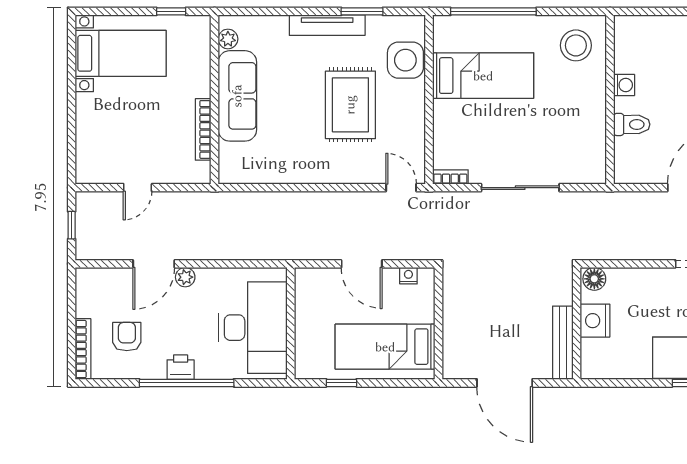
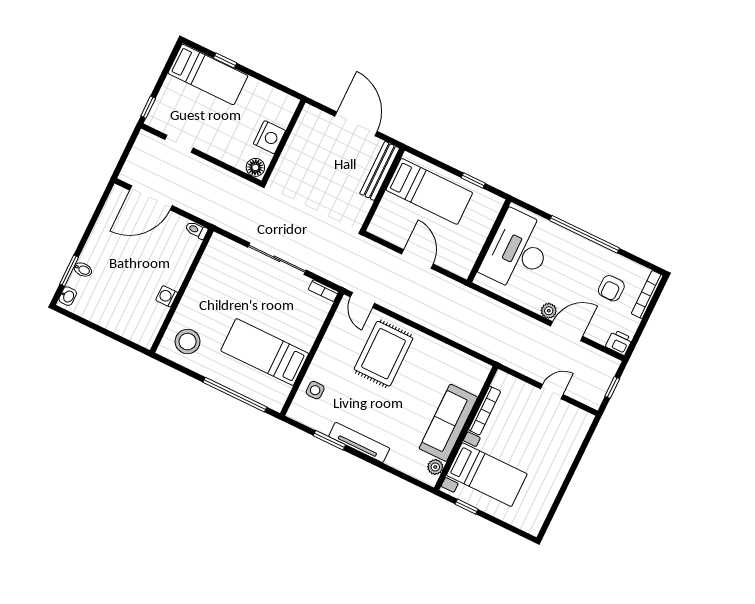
bed with nightstands: (121, 53) -> (487, 475), moved, turned 180
side table: (405, 60) -> (315, 390), width x0.54, depth x0.54
rug: (350, 105) -> (383, 354), moved
toilet: (632, 124) -> (196, 230), moved, width x0.73, depth x0.72
nightstand: (408, 276) -> (388, 234), removed
bench: (563, 343) -> (380, 171), moved
printer: (181, 367) -> (619, 342), moved, turned 180

